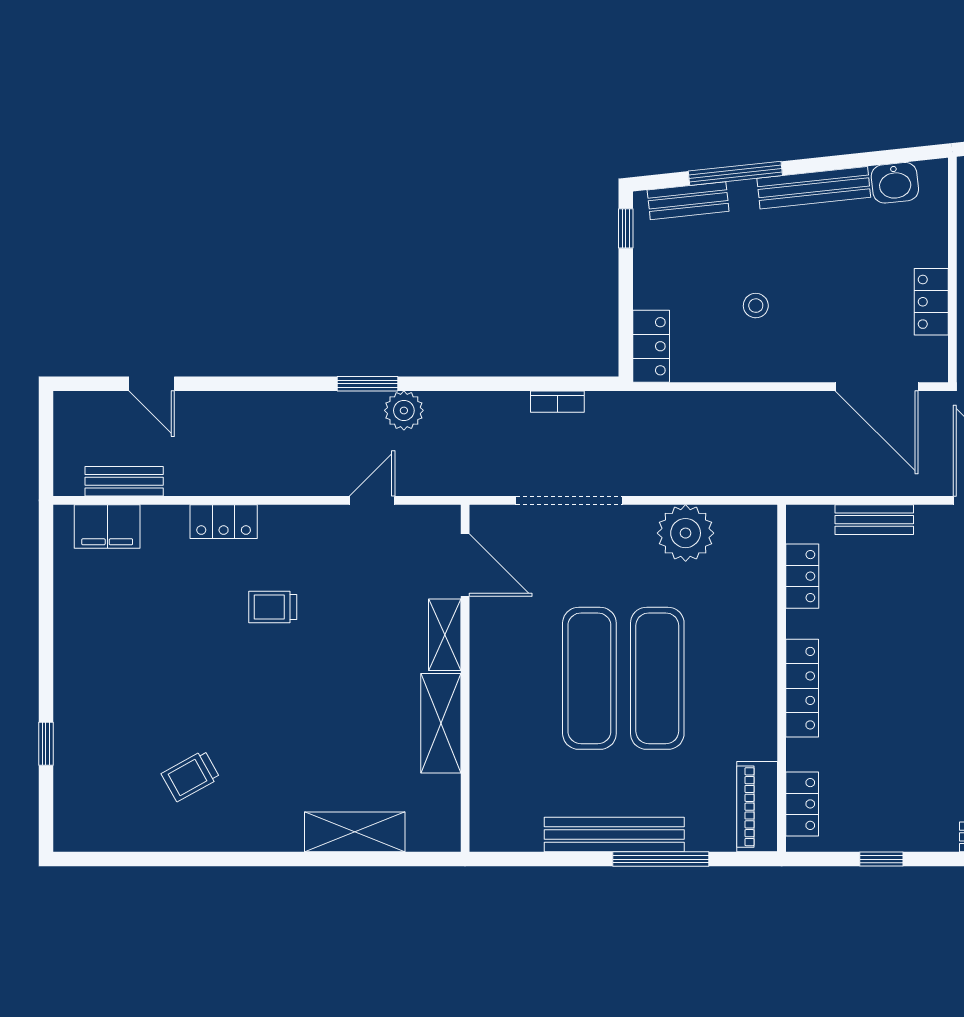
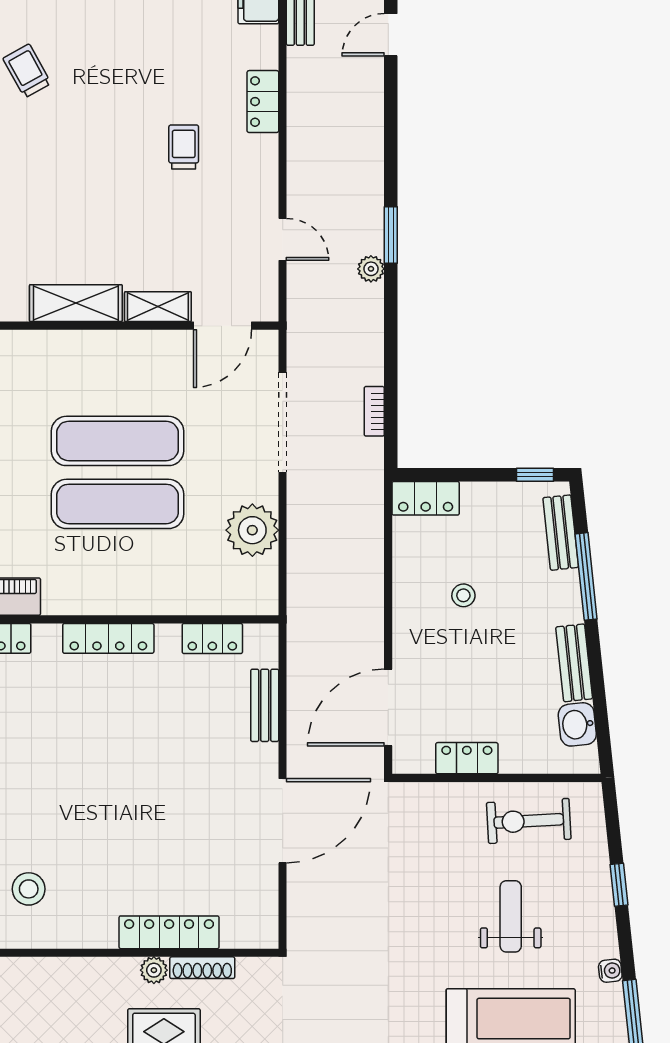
bench: (814, 188) -> (574, 663), width x0.73
plant: (404, 410) -> (371, 269), width x0.73, depth x0.73

